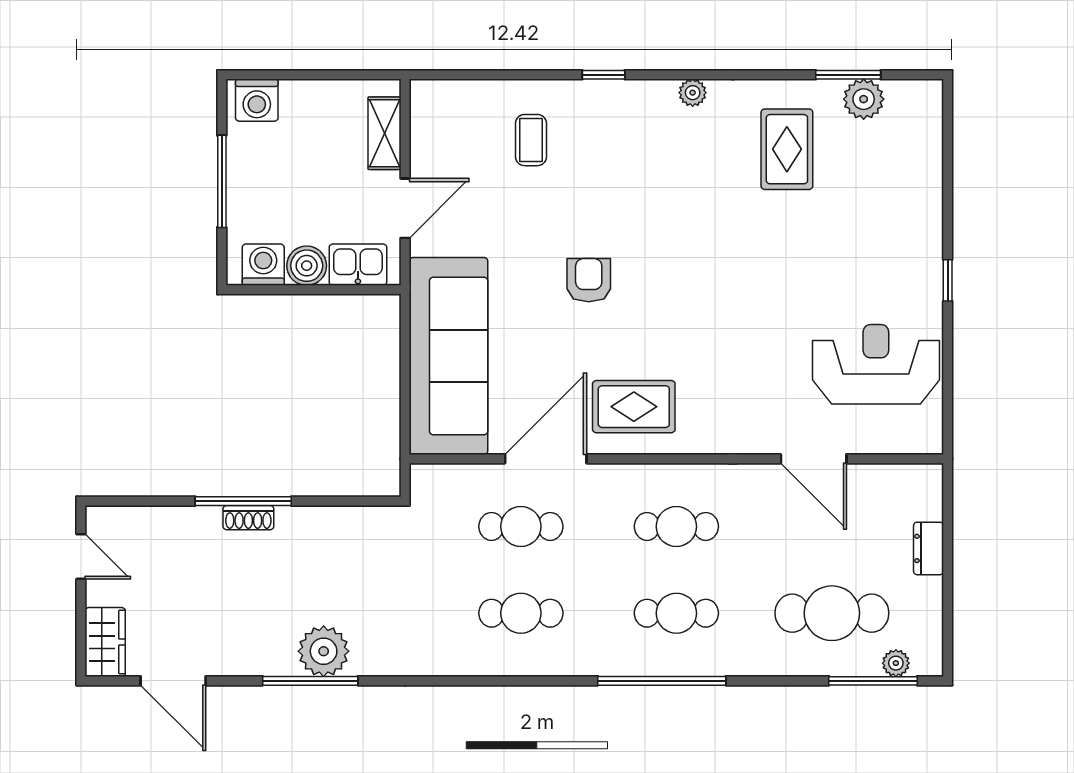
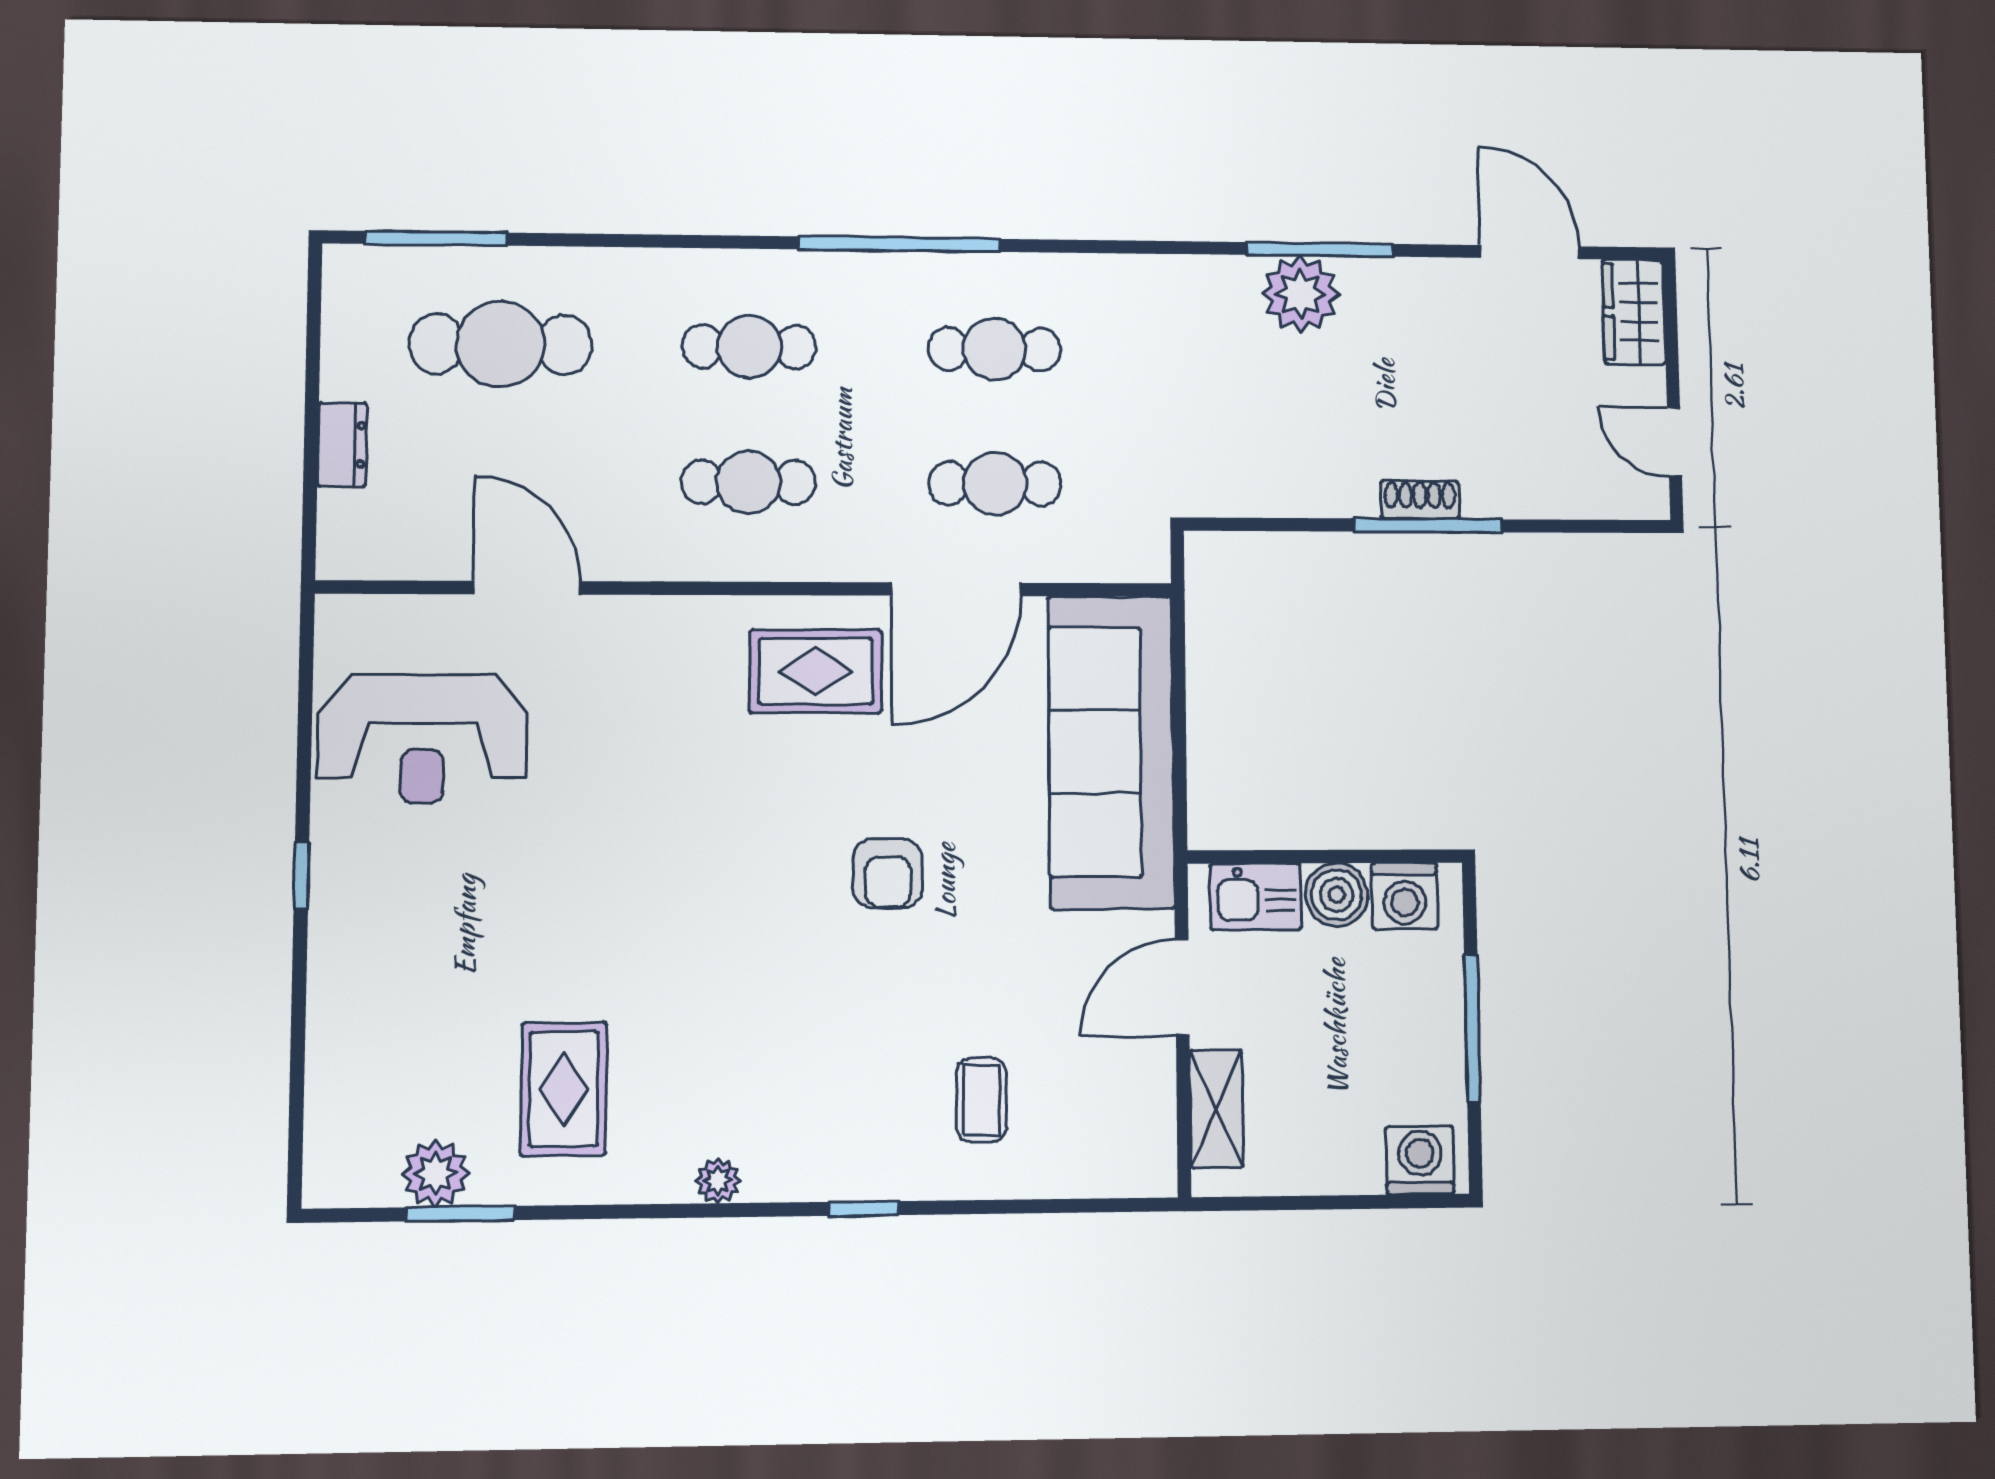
plant: (896, 663) -> (399, 265), removed
window: (662, 681) -> (899, 244), moved

